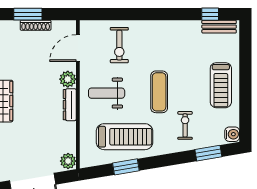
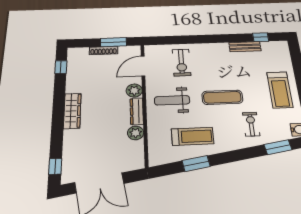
window: (28, 14) -> (113, 42), moved
bench: (219, 27) -> (245, 47), moved
exercise mat: (159, 92) -> (222, 97), turned 90
treadmill: (125, 137) -> (192, 136), width x0.73, depth x0.73
plant: (68, 161) -> (136, 133), moved

